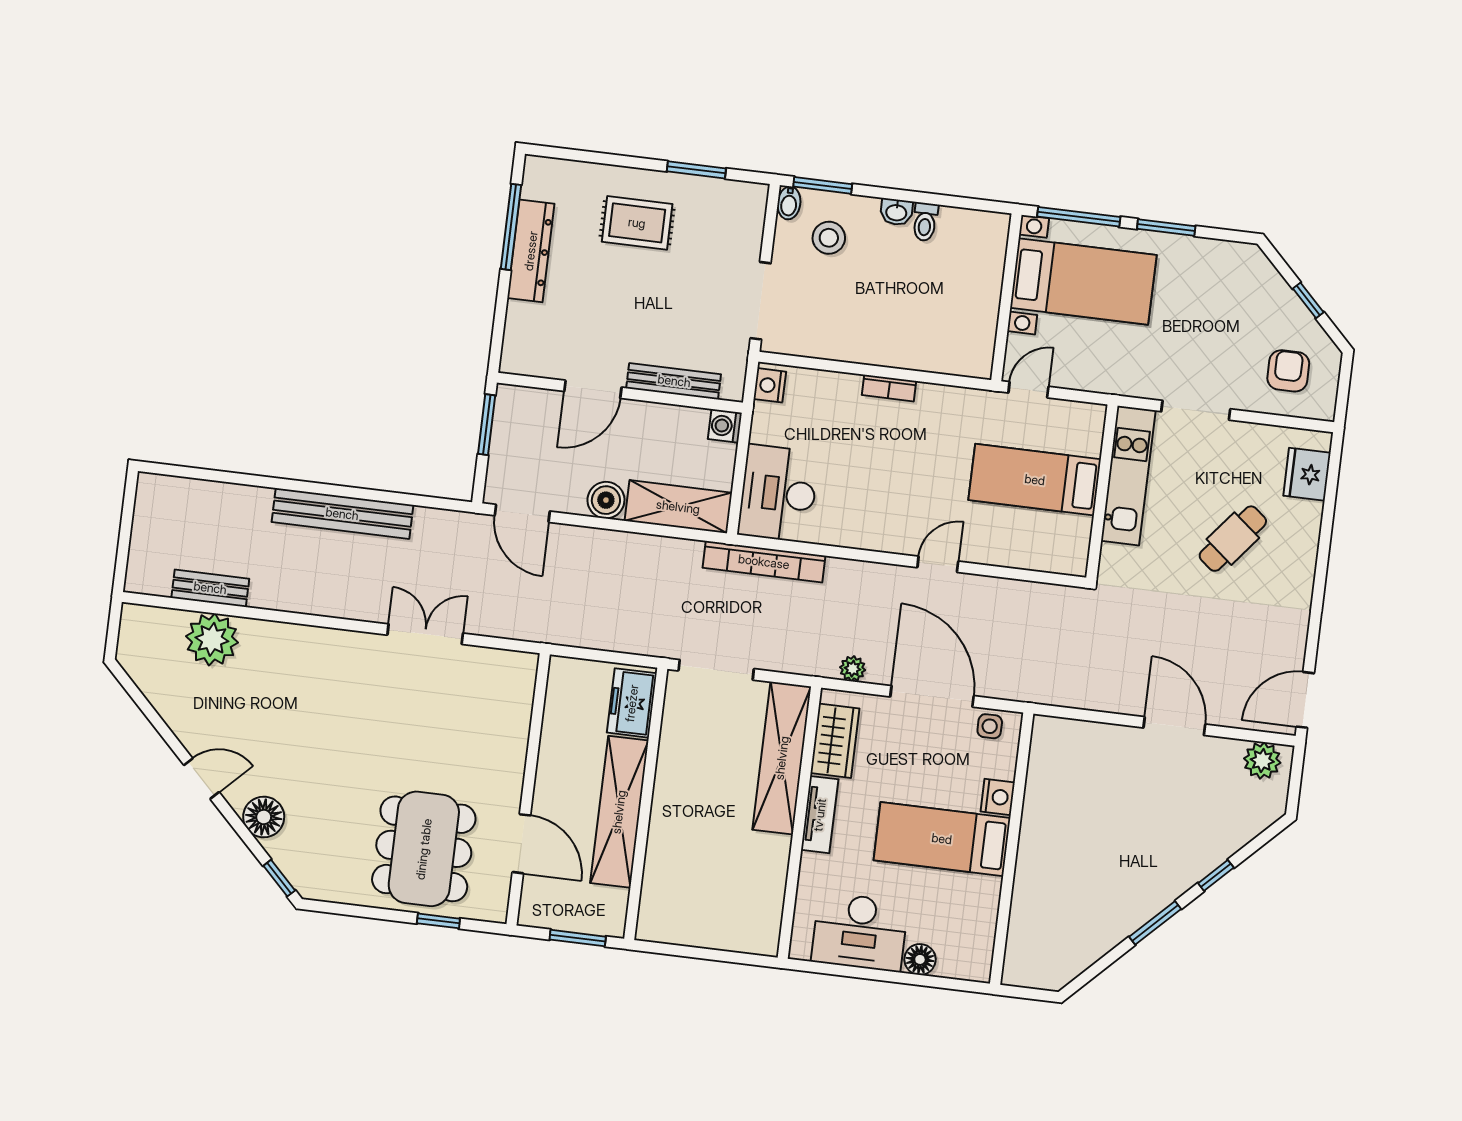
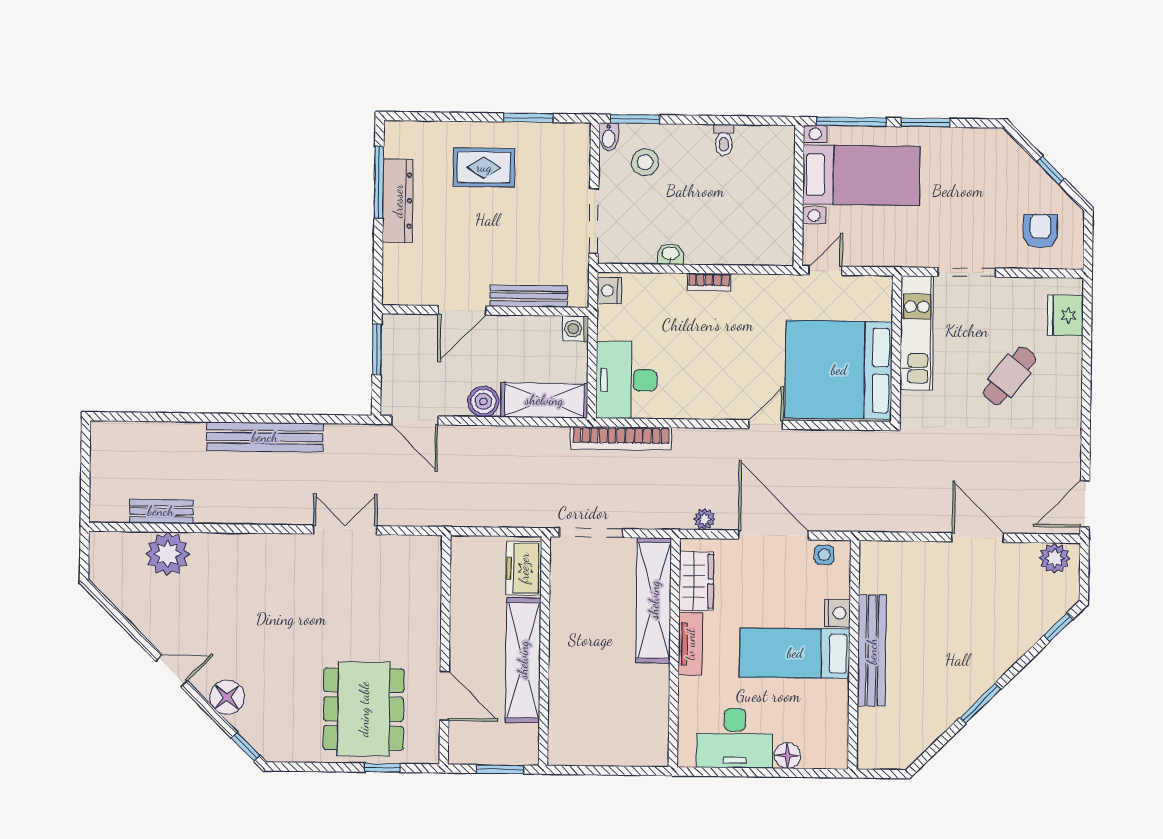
washbasin: (896, 212) -> (670, 254), moved, turned 180
bed: (1035, 480) -> (839, 370), width x2.04
bench: (1034, 846) -> (872, 651), added
window: (1216, 875) -> (1058, 627), moved

